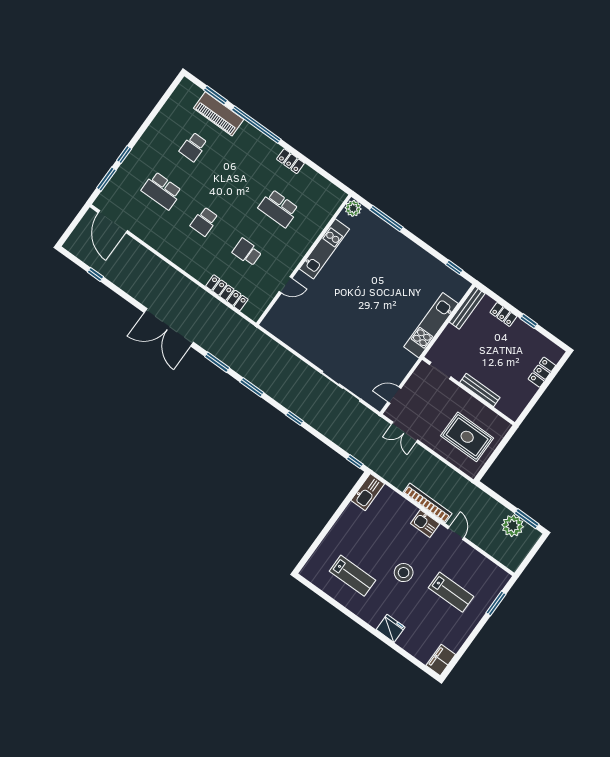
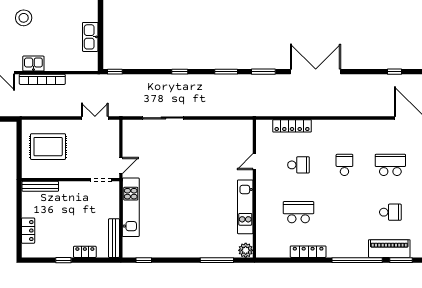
school desk: (193, 147) -> (390, 212), turned 90
locker: (290, 161) -> (308, 252), width x1.53
bench: (480, 390) -> (40, 186), moved
door: (394, 395) -> (121, 166), moved
kitchen sink: (368, 492) -> (90, 37), moved

